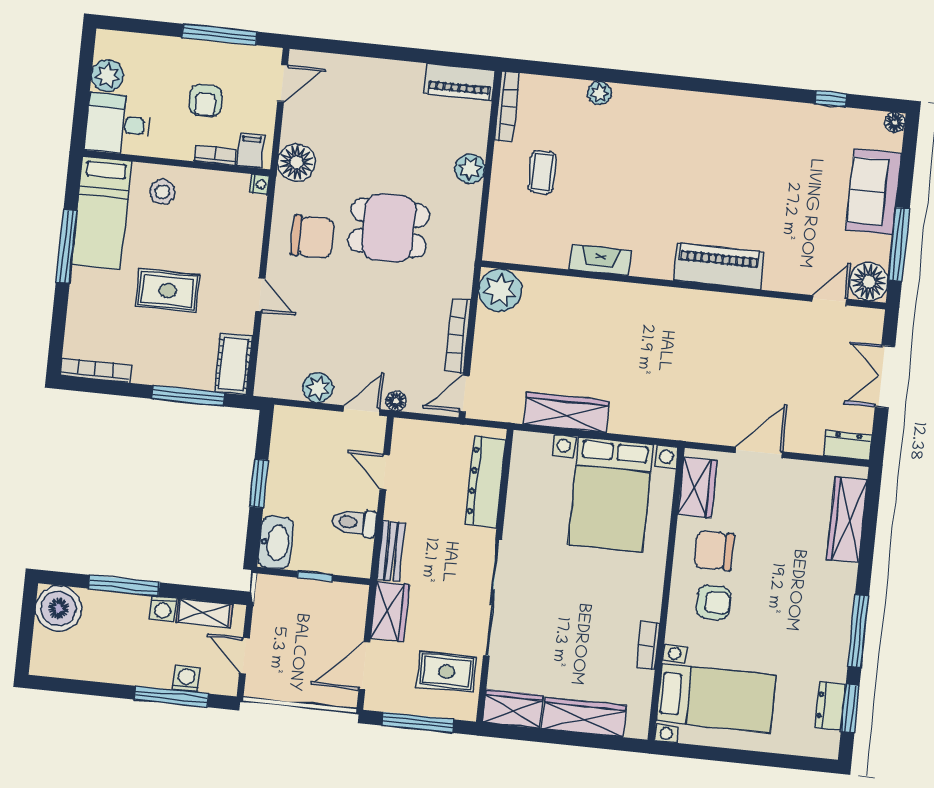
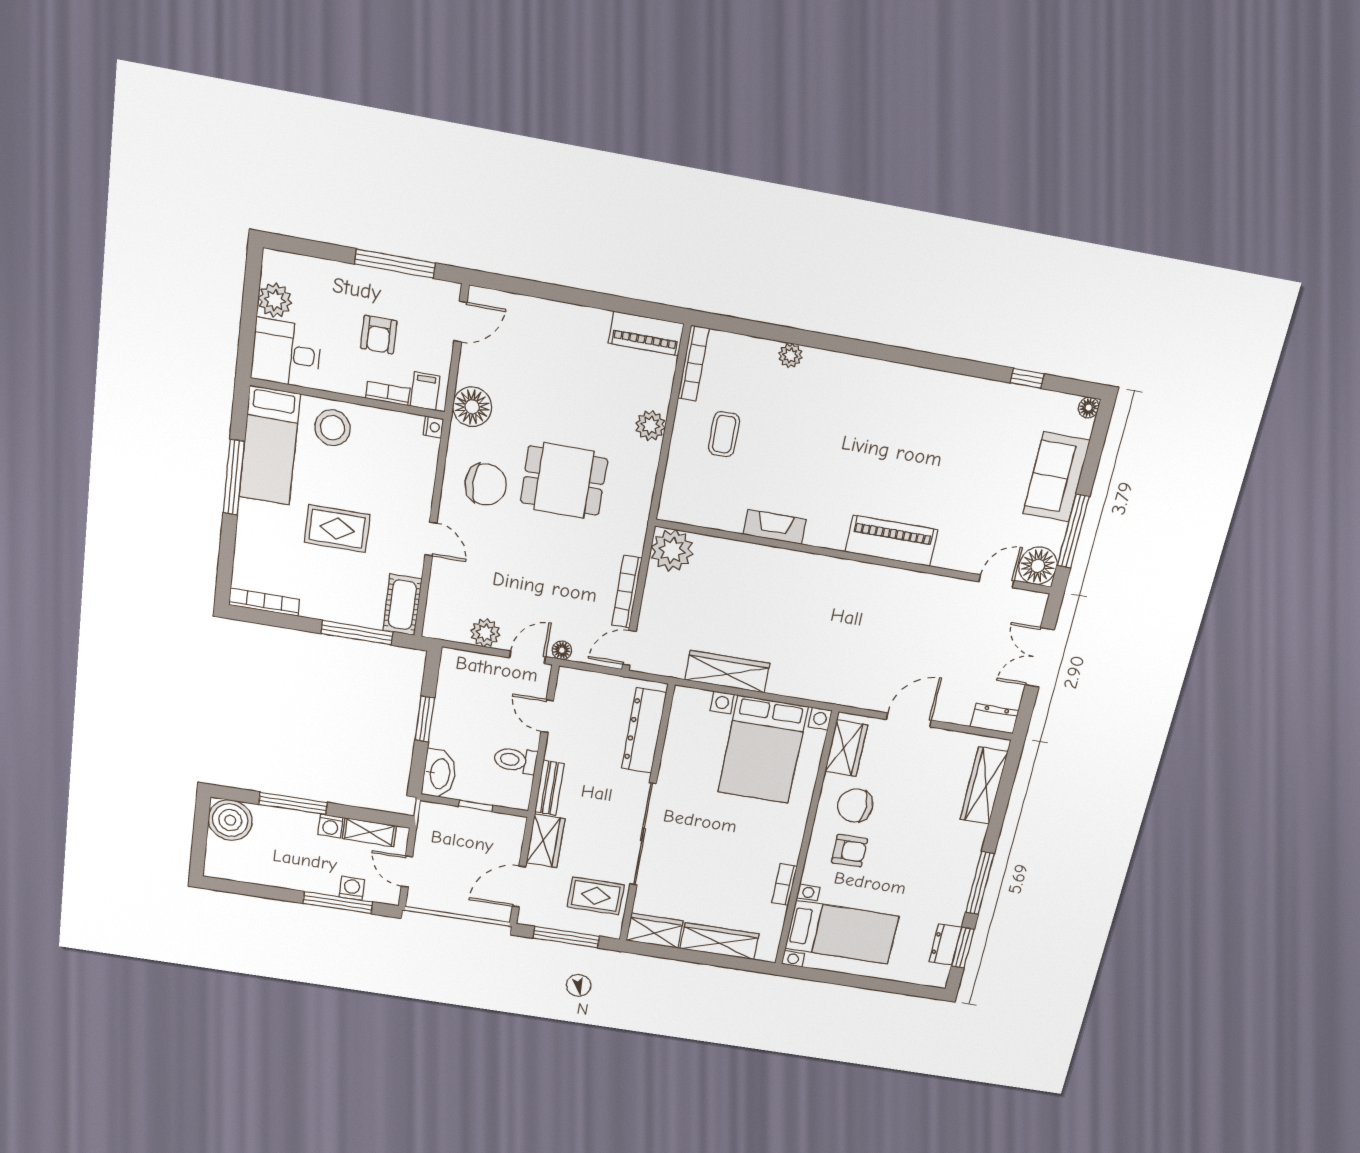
stool: (162, 192) -> (332, 428), width x1.38, depth x1.38

